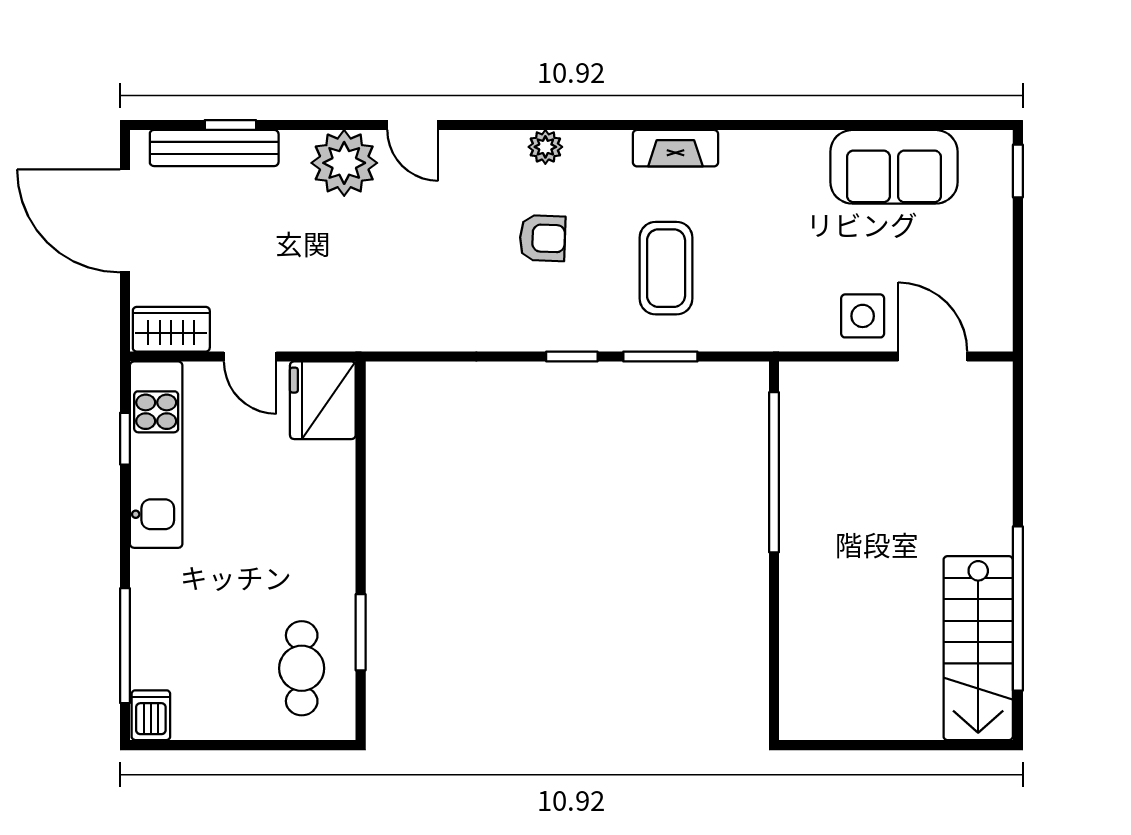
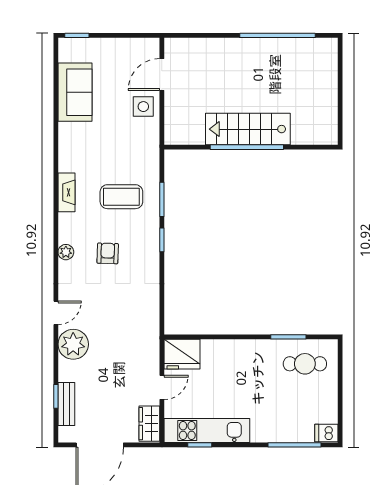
bench: (214, 148) -> (66, 404), width x0.73
window: (774, 472) -> (247, 147), moved
stairs: (978, 648) -> (248, 129), moved, turned 180

